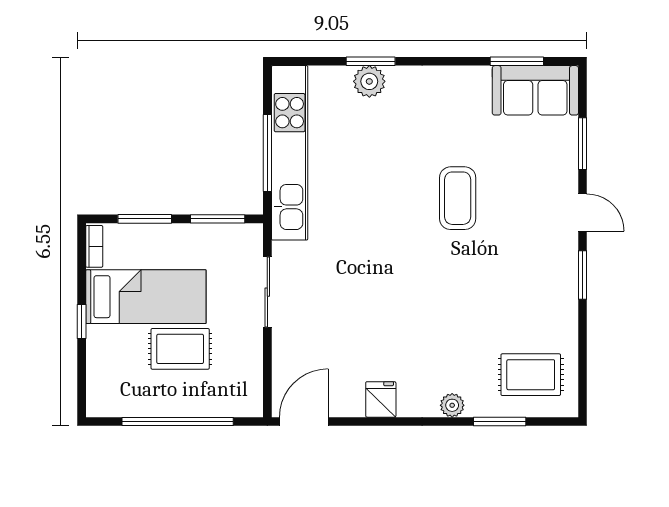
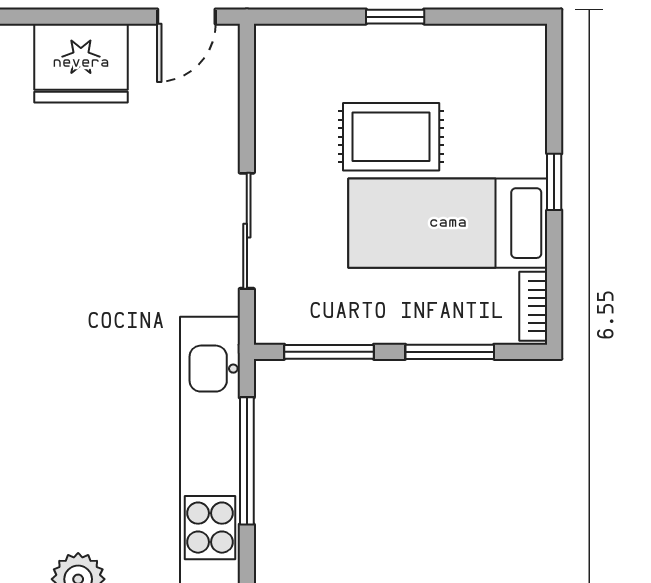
fridge: (381, 399) -> (81, 63), width x1.88, depth x1.34
window: (178, 421) -> (395, 17), width x0.32
door: (304, 421) -> (186, 17), width x0.73

